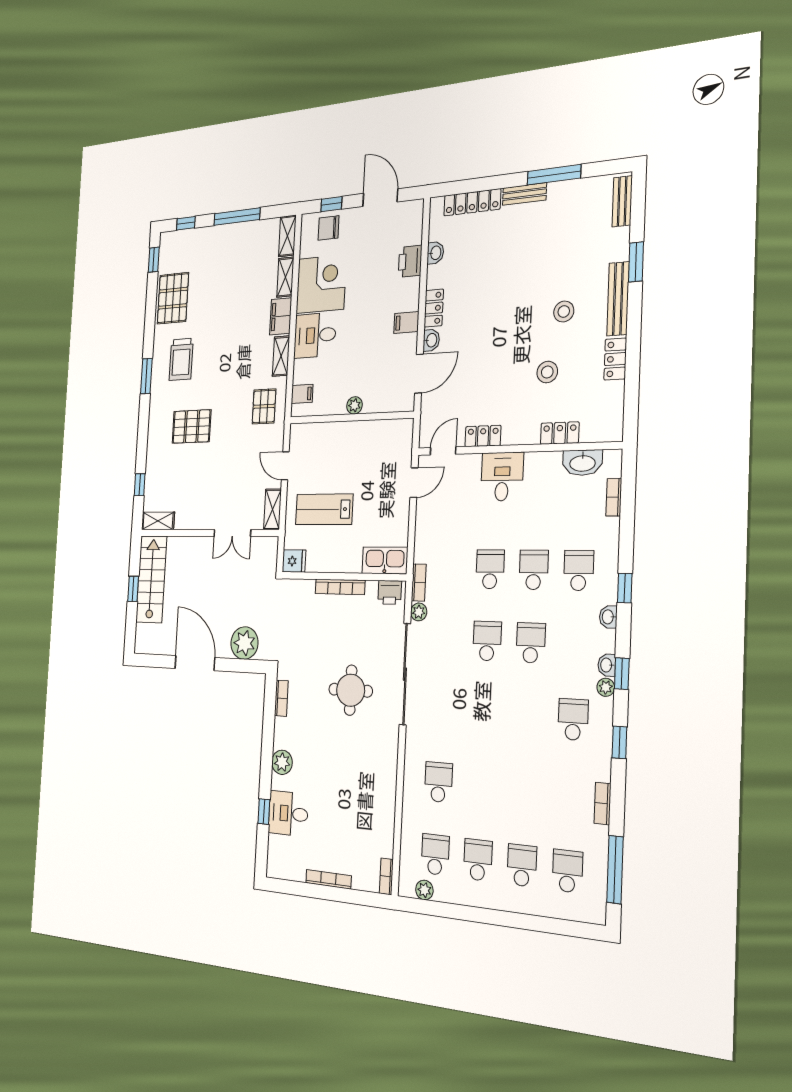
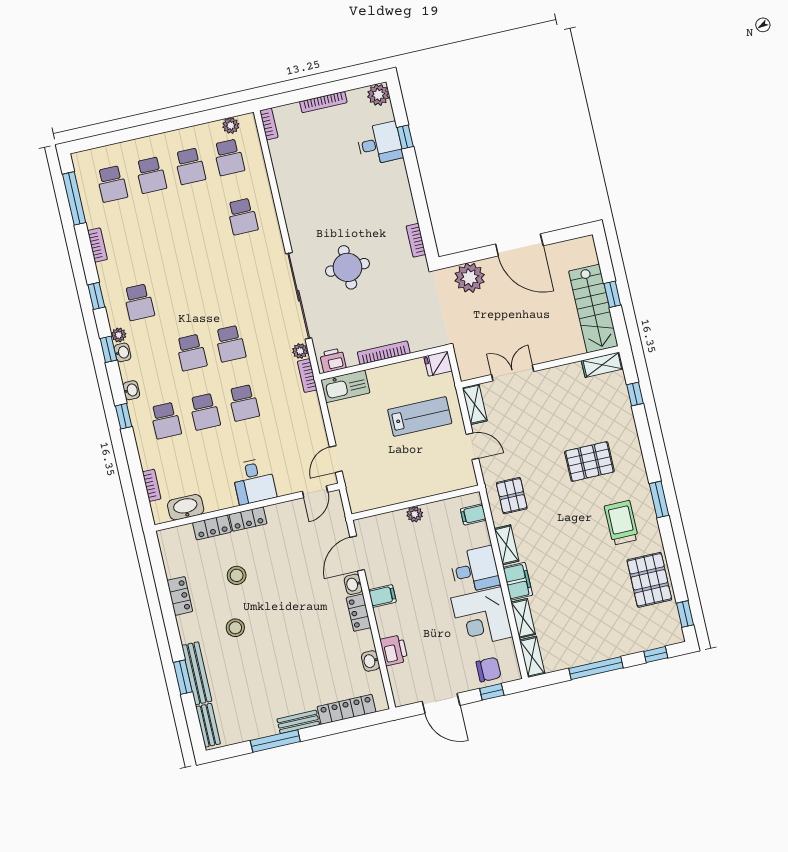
bench: (618, 299) -> (197, 673), moved
locker: (483, 436) -> (248, 519), moved
plant: (282, 762) -> (378, 95), moved

